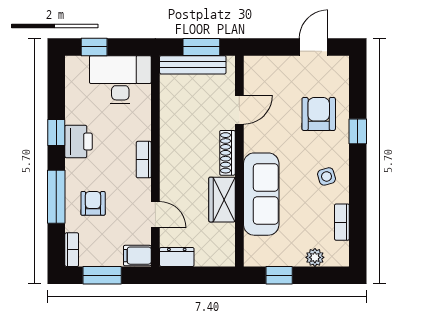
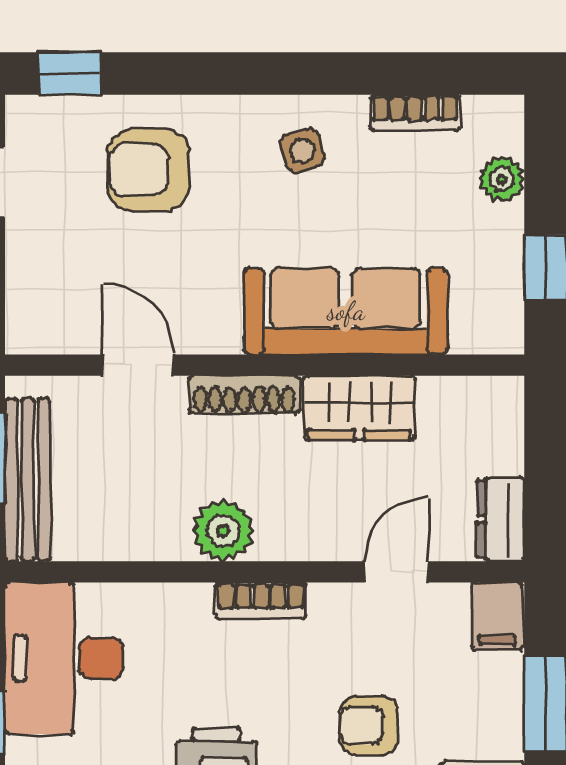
window: (358, 131) -> (69, 73), moved
plant: (172, 144) -> (223, 531), added

